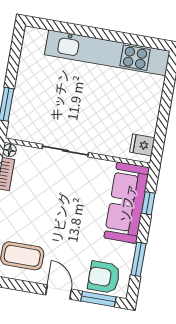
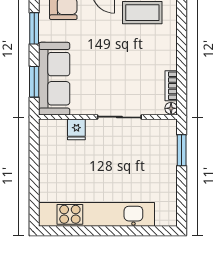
fridge: (142, 145) -> (76, 129), moved, turned 90
window: (148, 203) -> (34, 82), width x1.50

